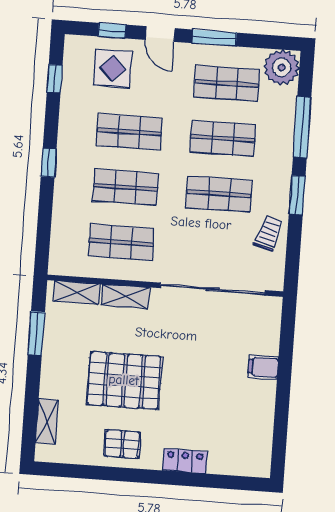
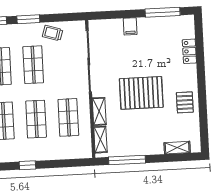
window: (36, 333) -> (127, 160), width x1.44
pallet: (124, 380) -> (141, 93), moved, turned 90
window: (281, 425) -> (163, 12), added
locker: (185, 461) -> (189, 51), moved

